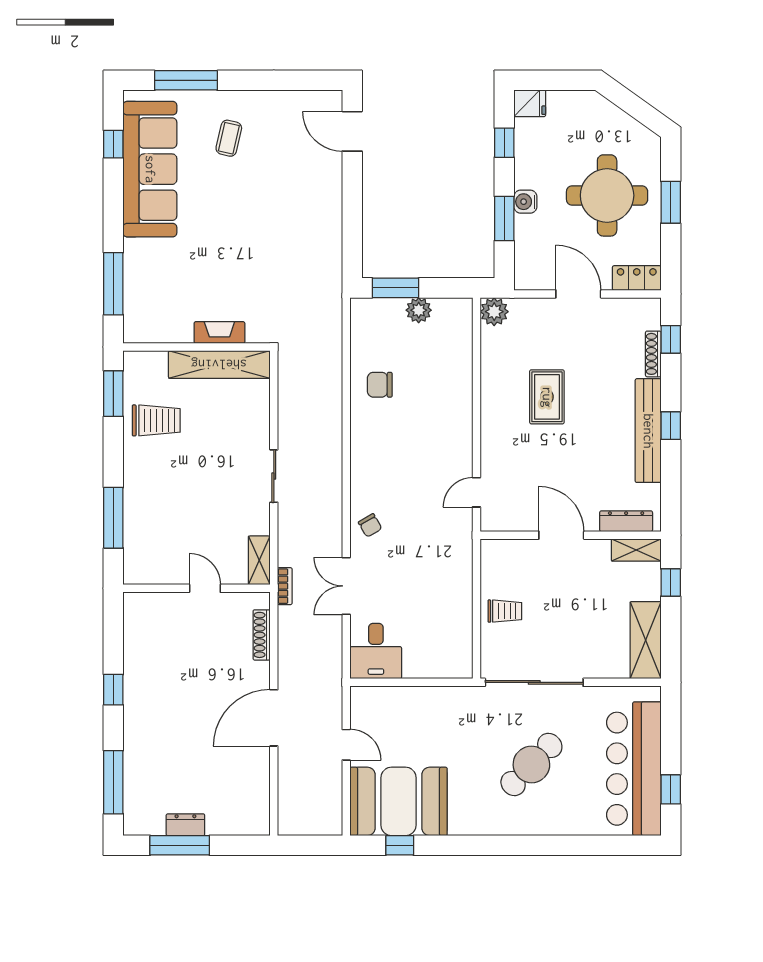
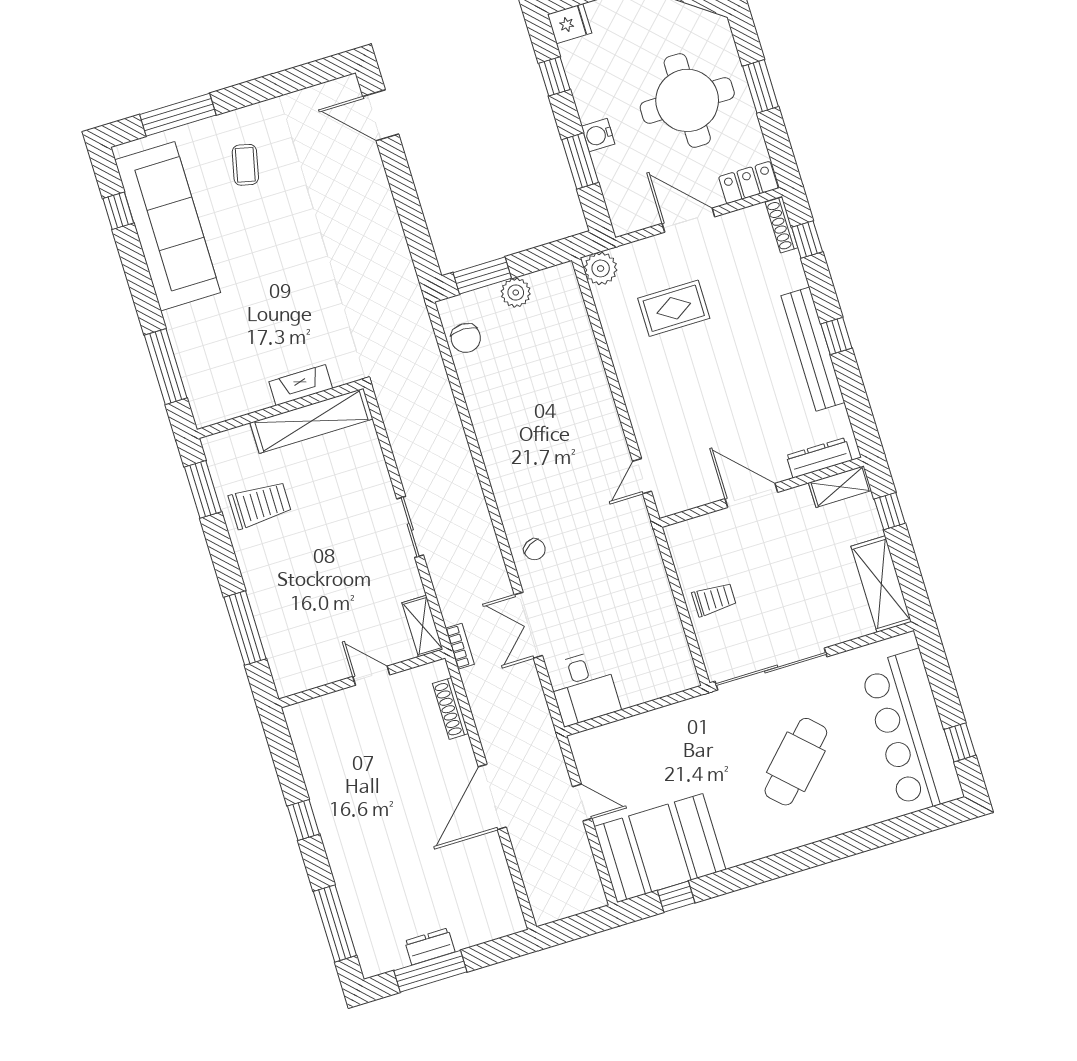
shoe rack: (653, 354) -> (781, 225), moved
chair: (380, 385) -> (466, 338), moved, turned -90
rug: (547, 397) -> (674, 308), moved, turned 90

